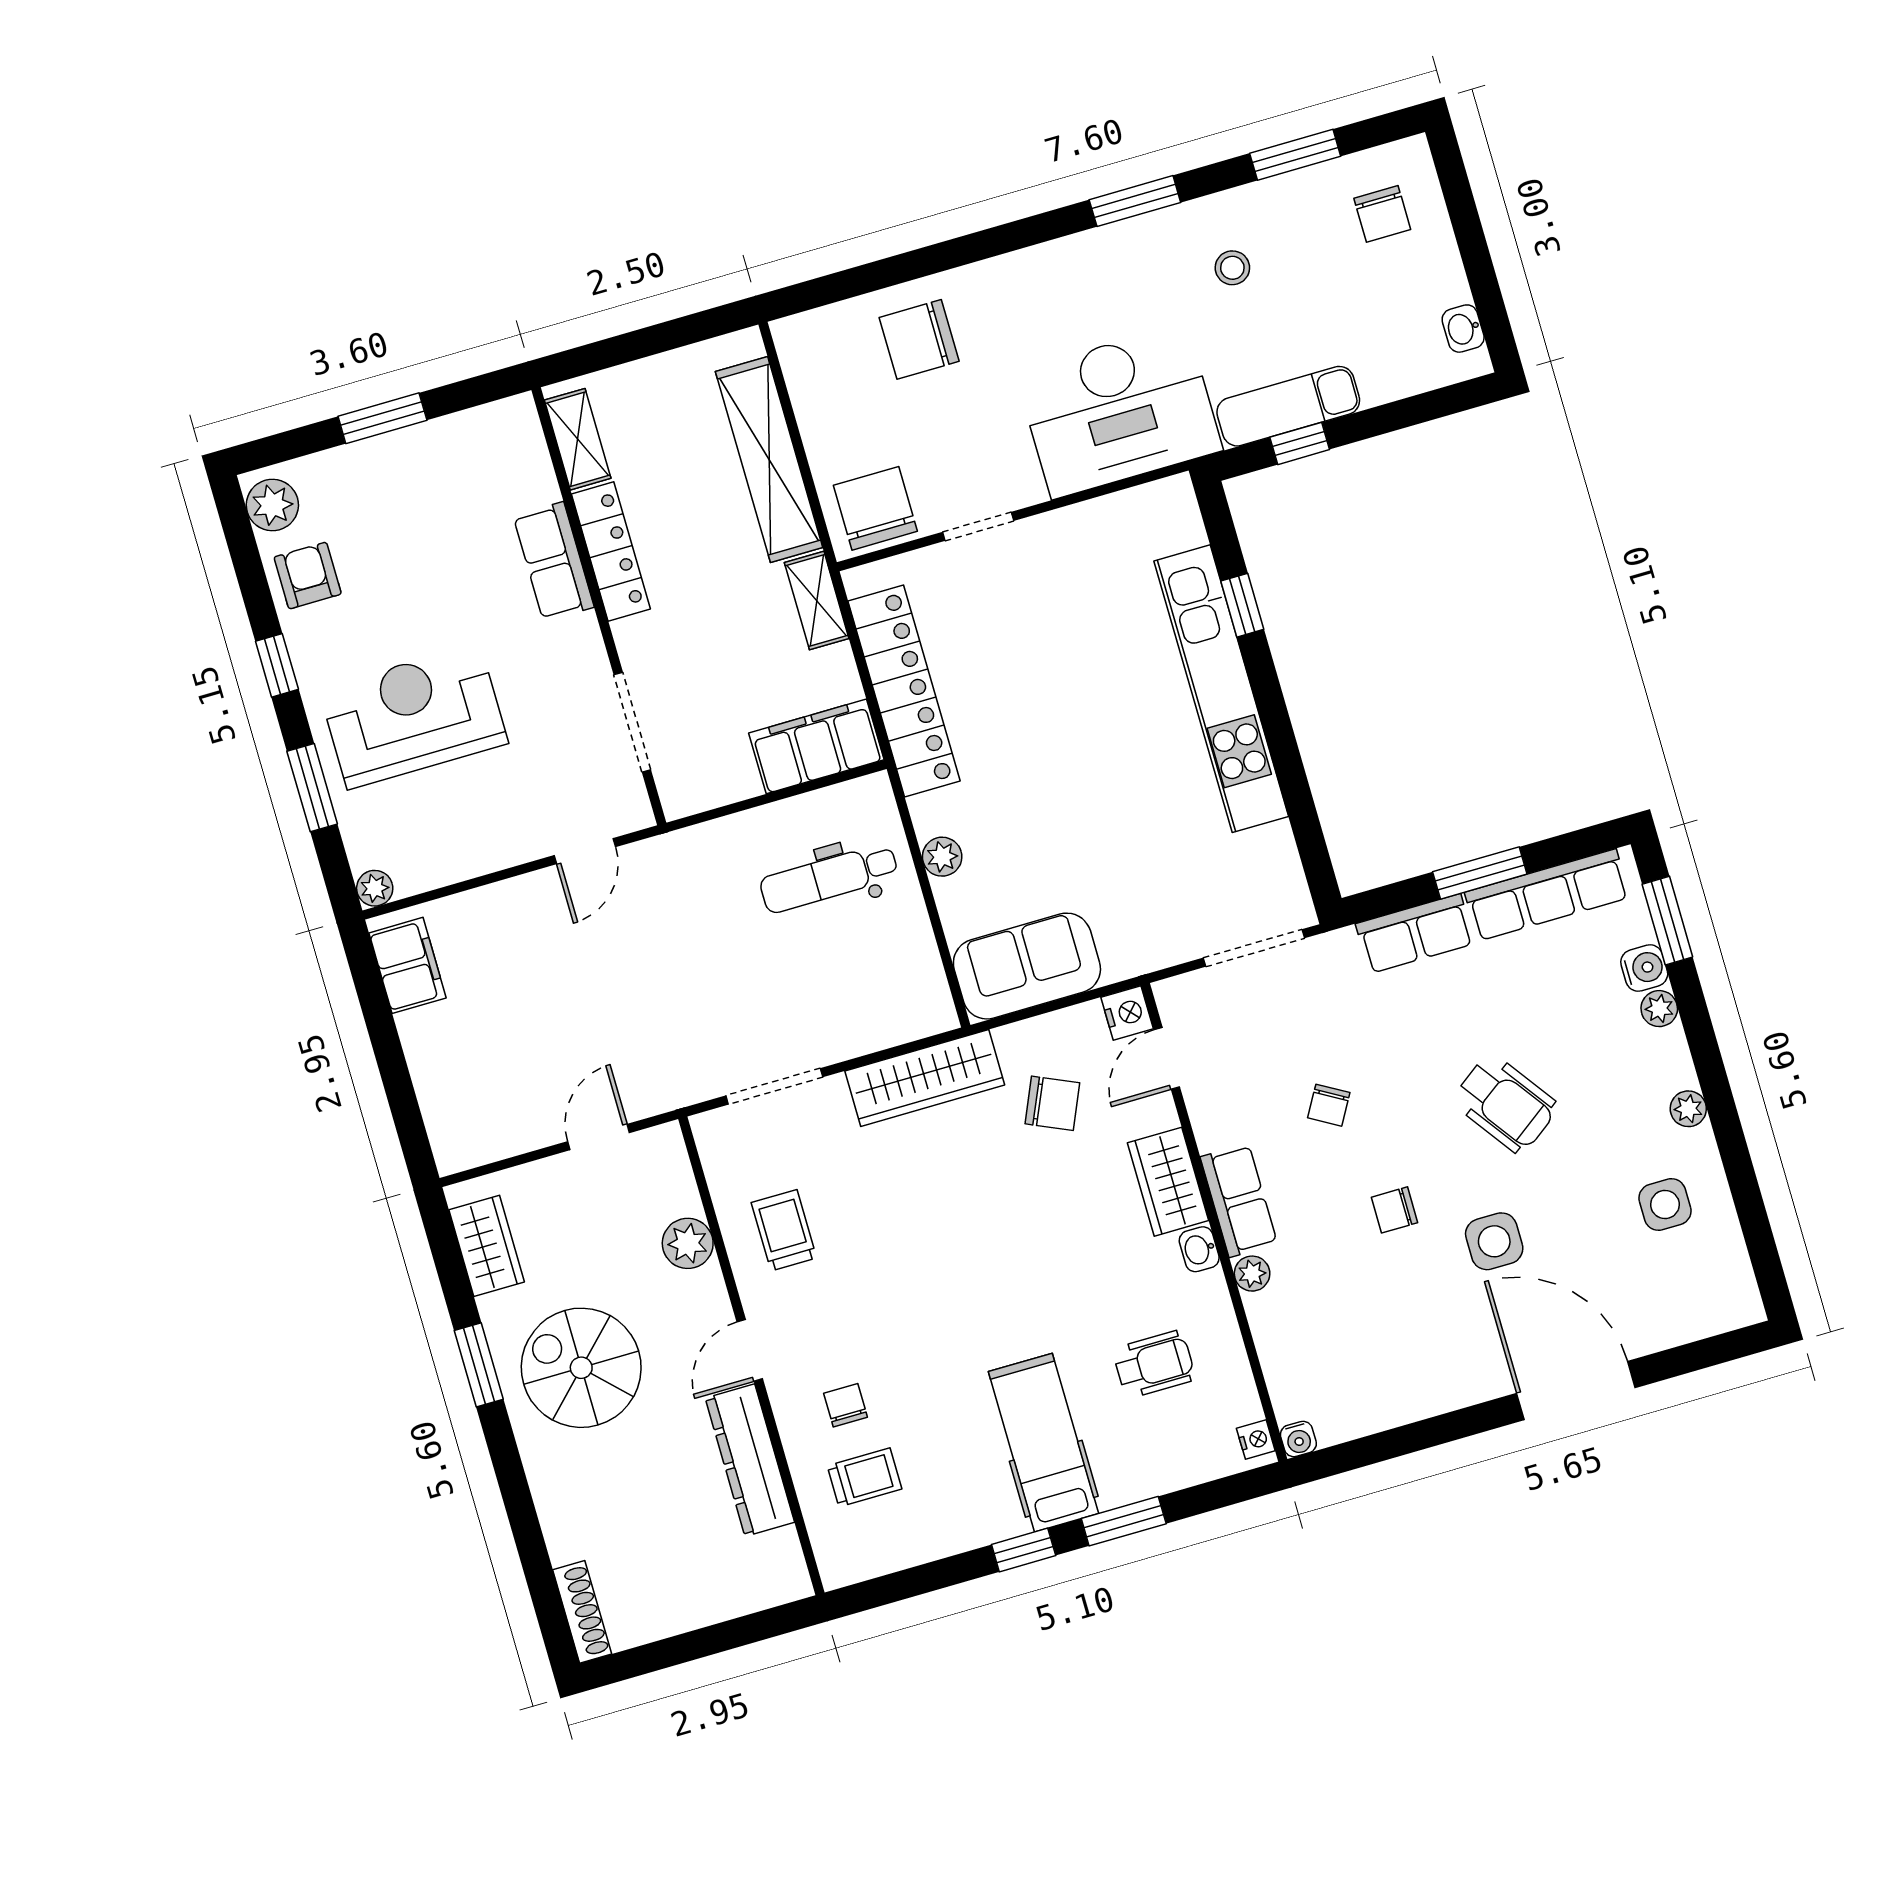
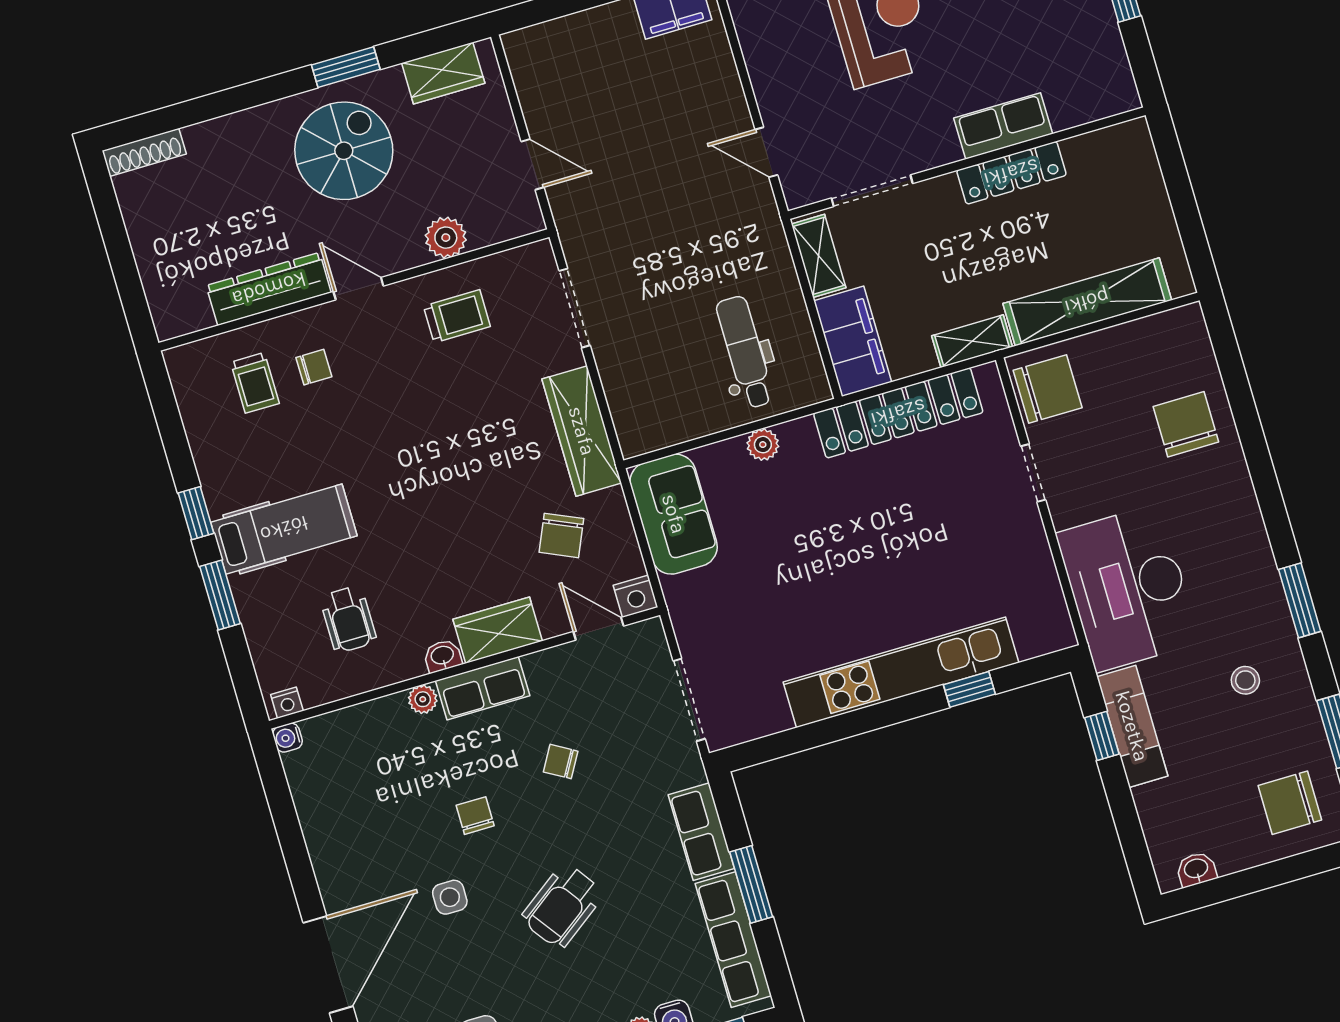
chair: (1382, 214) -> (1290, 803), width x1.37, depth x1.37
shelving: (578, 439) -> (819, 256), moved, turned 90
side table: (1494, 1241) -> (450, 897), width x0.73, depth x0.73

